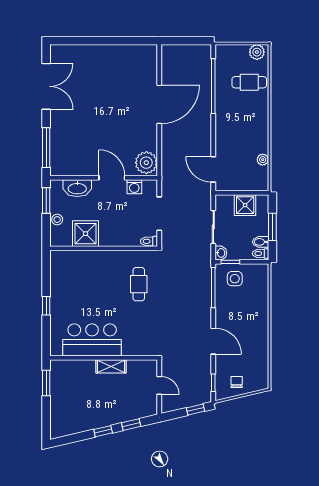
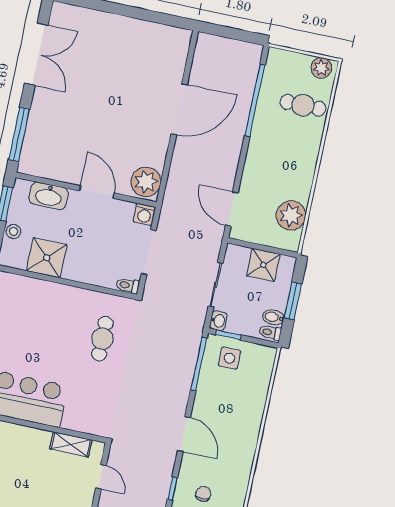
plant: (263, 160) -> (291, 215), width x1.88, depth x1.88
washing machine: (134, 187) -> (144, 214), moved
shelving: (111, 366) -> (71, 444), moved

